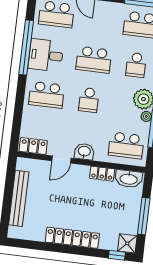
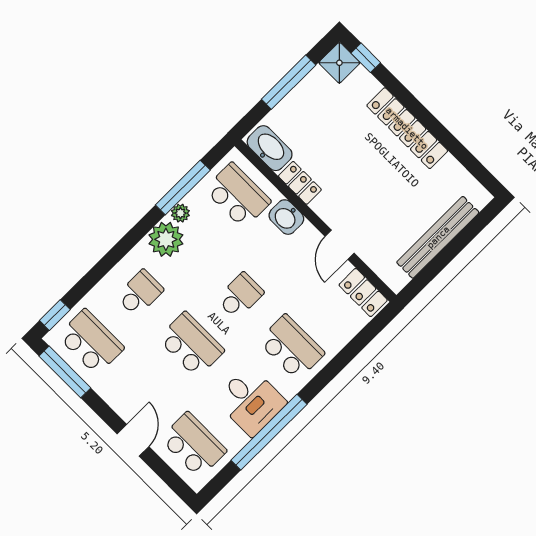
washbasin: (84, 152) -> (286, 217), moved
door: (61, 159) -> (340, 245), swing flipped

